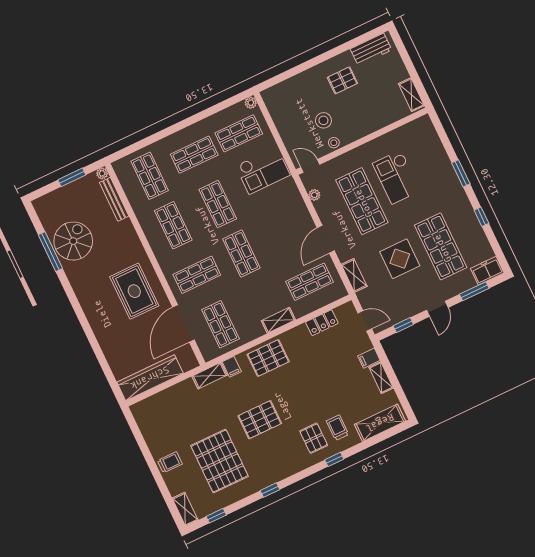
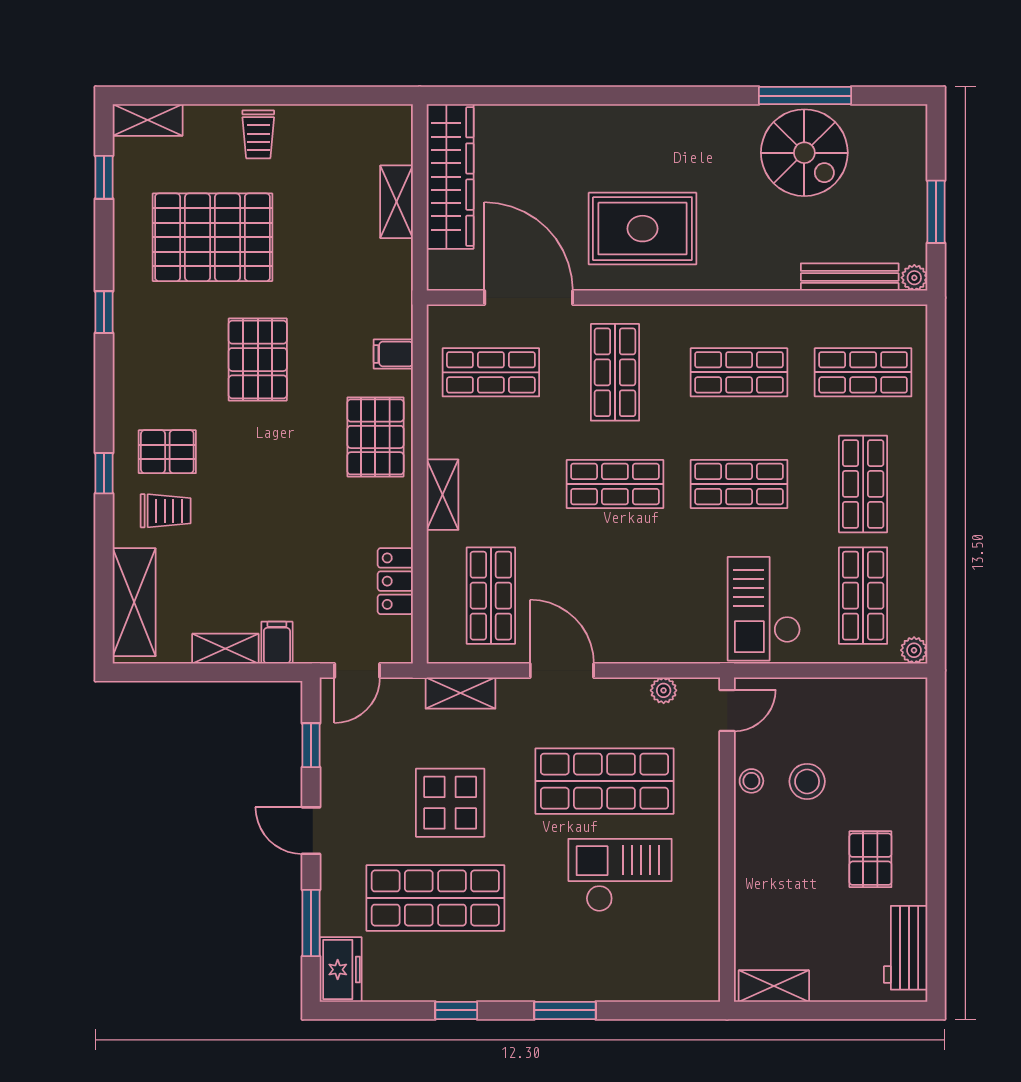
shelving: (210, 376) -> (397, 202), moved

